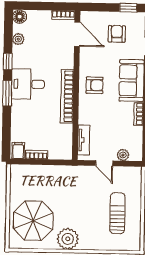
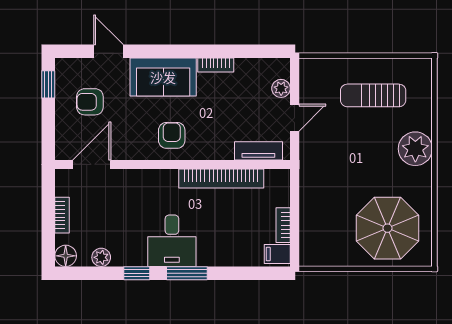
bookcase: (63, 15) -> (62, 215), moved
bookcase: (67, 96) -> (221, 179), moved
plant: (68, 239) -> (415, 149), moved

